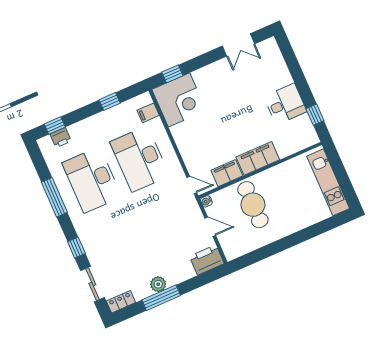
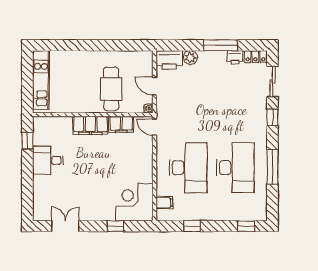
window: (172, 74) -> (115, 226), moved
printer: (61, 138) -> (235, 57), moved, turned 180
plant: (158, 284) -> (190, 58), moved

